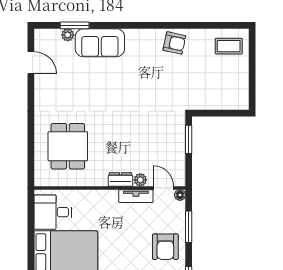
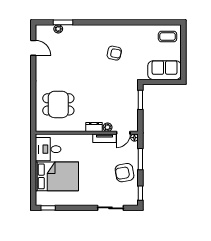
sofa: (100, 43) -> (165, 70), moved, turned 180
armchair: (174, 43) -> (114, 53), moved
dining table: (68, 146) -> (58, 104), turned 90
door: (163, 188) -> (123, 133), swing flipped
armchair: (165, 247) -> (125, 173), turned 80

